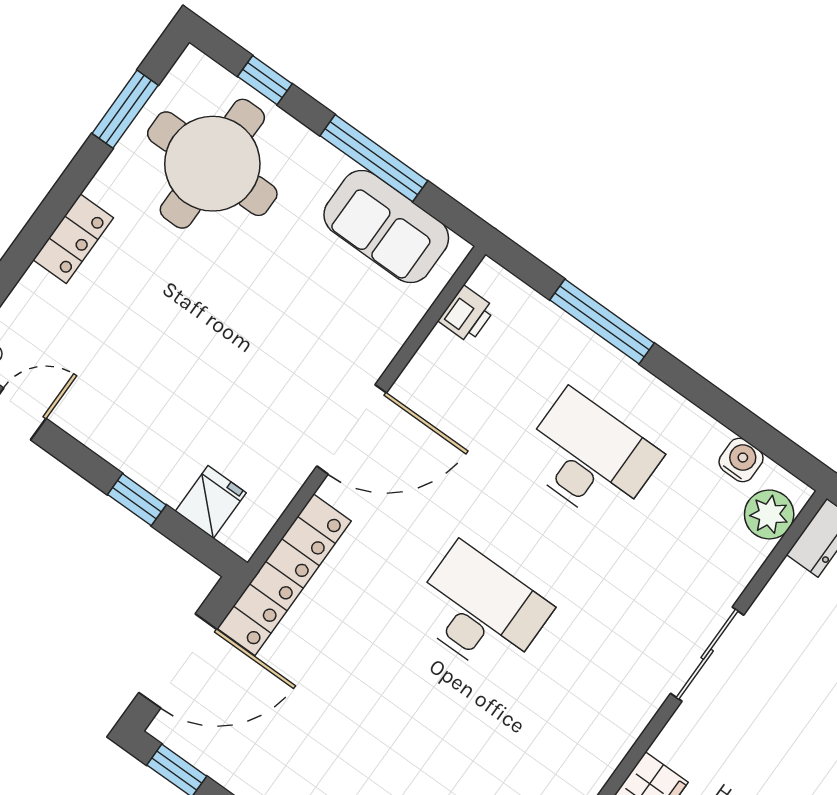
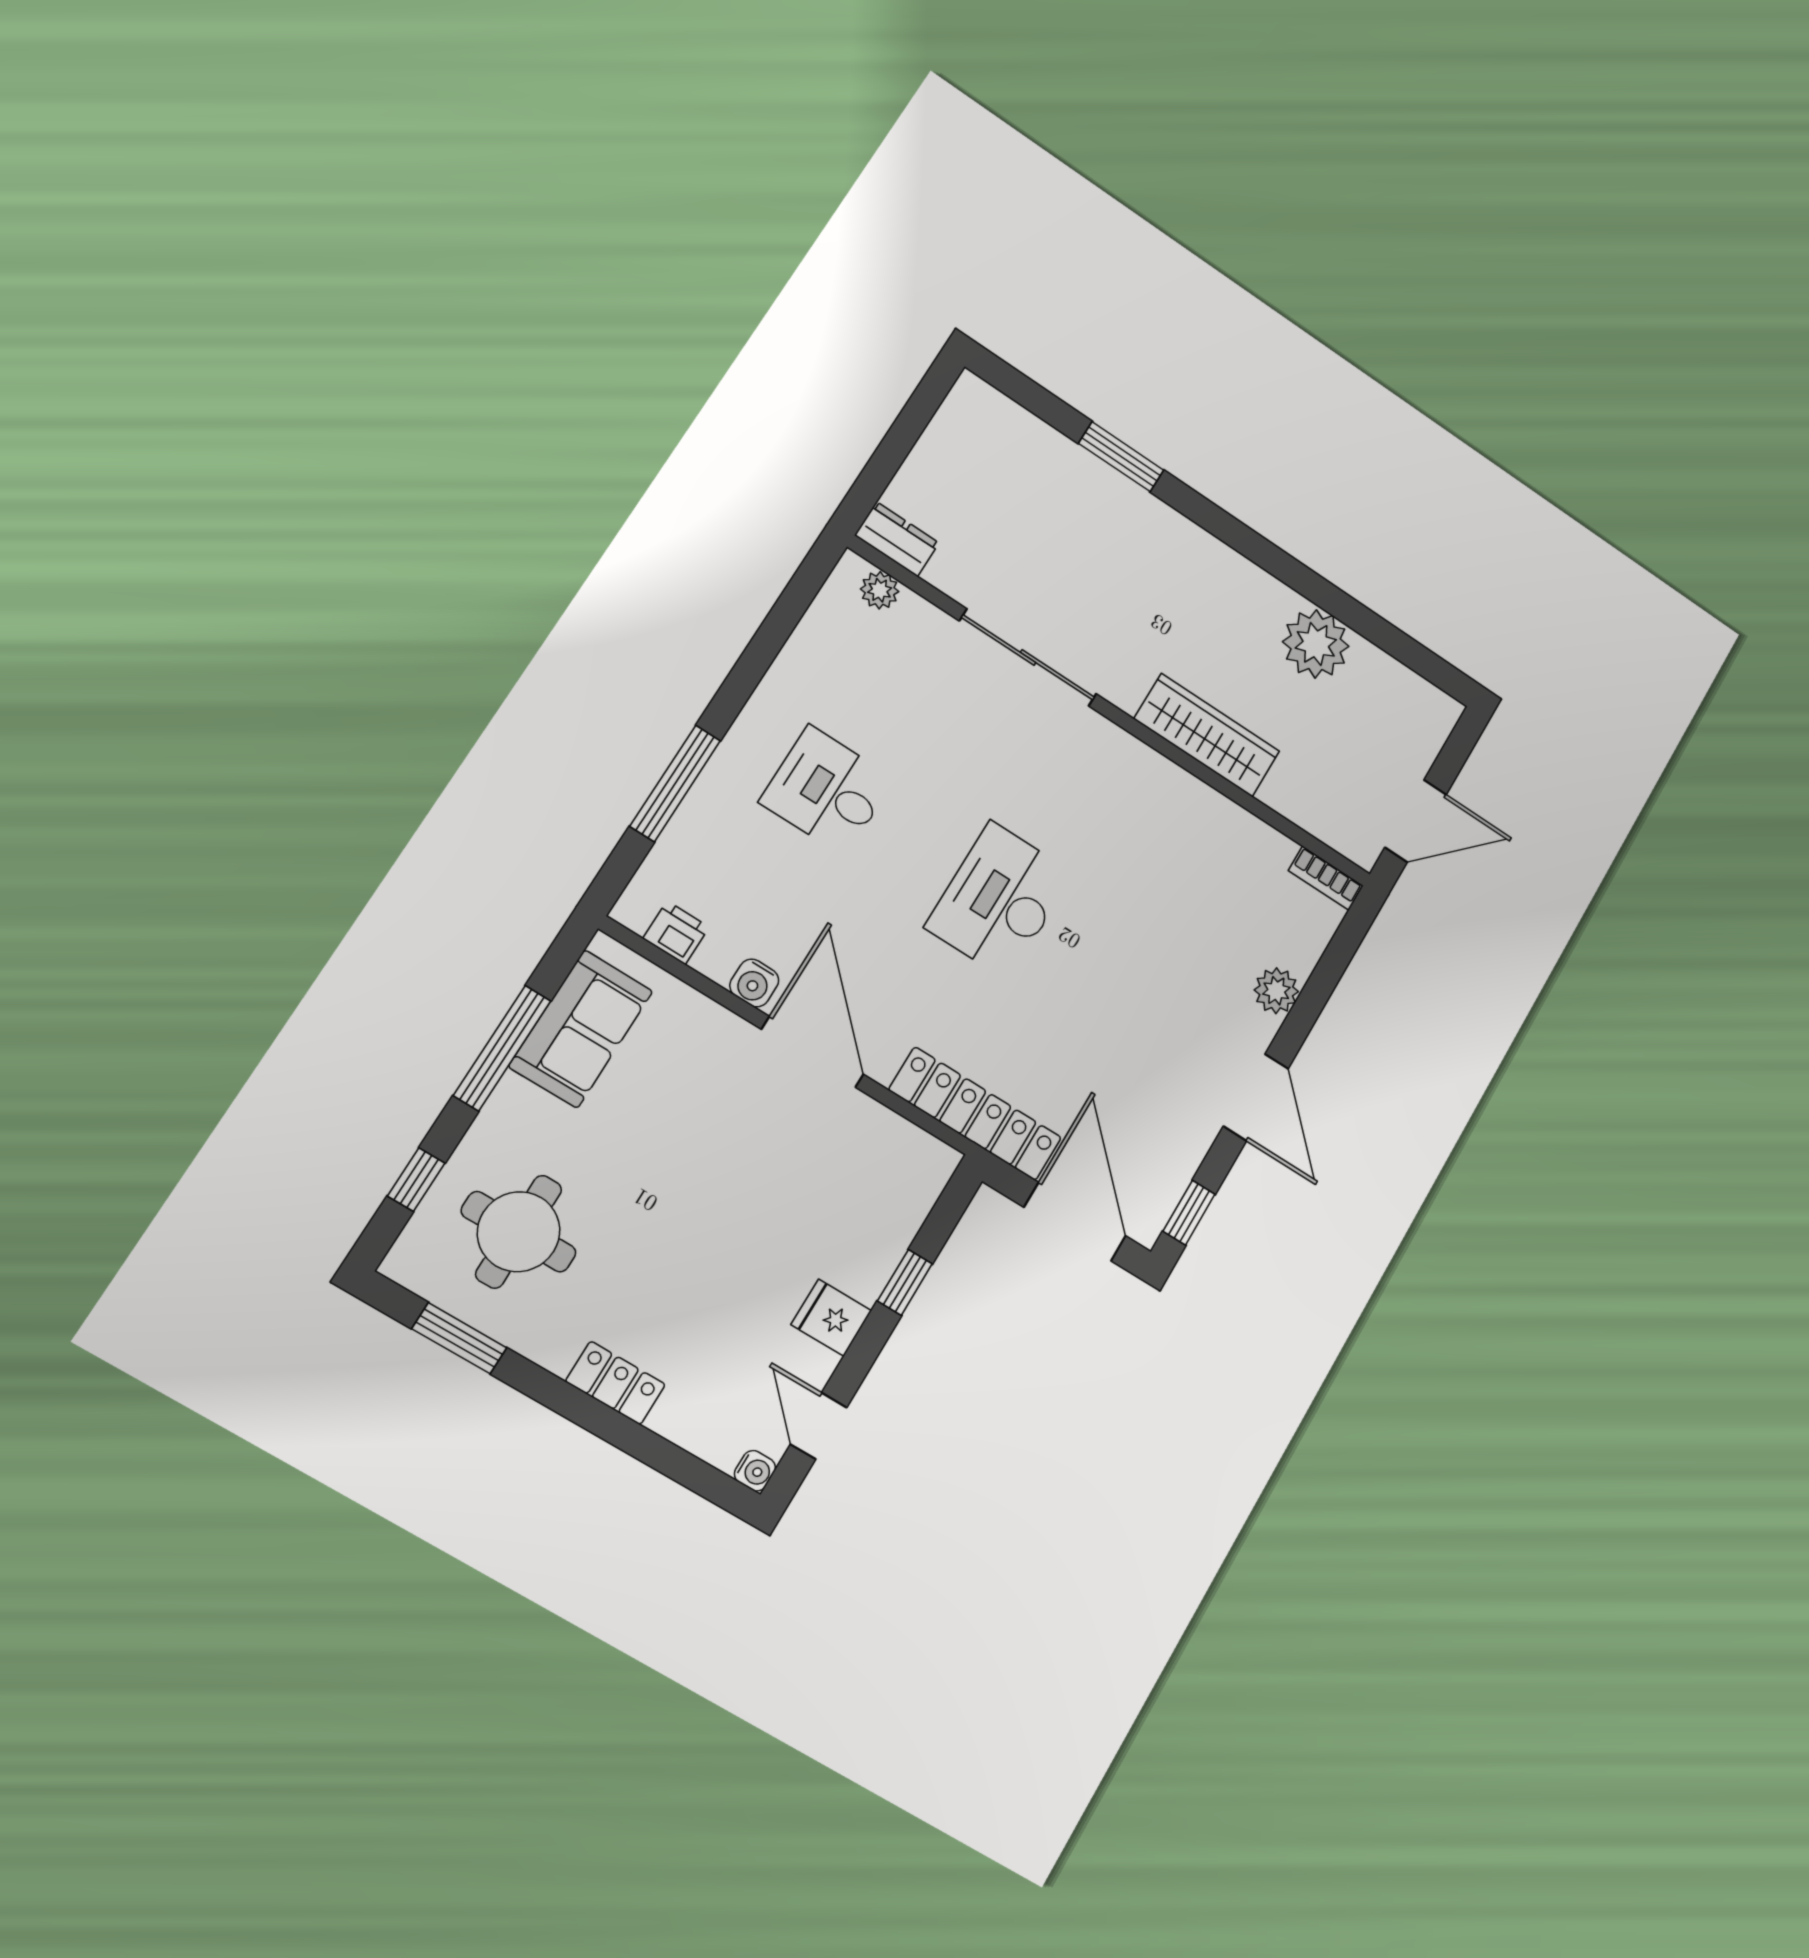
round table: (212, 164) -> (519, 1232), width x0.73, depth x0.73
desk: (590, 458) -> (827, 791), width x0.73
water cooler: (741, 460) -> (754, 983), moved, turned -90
fridge: (211, 502) -> (831, 1318), moved
plant: (769, 514) -> (880, 590), width x0.73, depth x0.73
sliding door: (707, 654) -> (1028, 658), width x1.37

